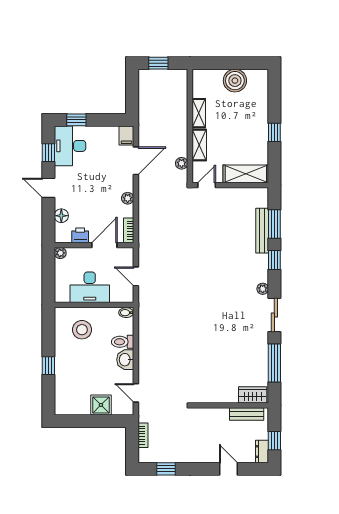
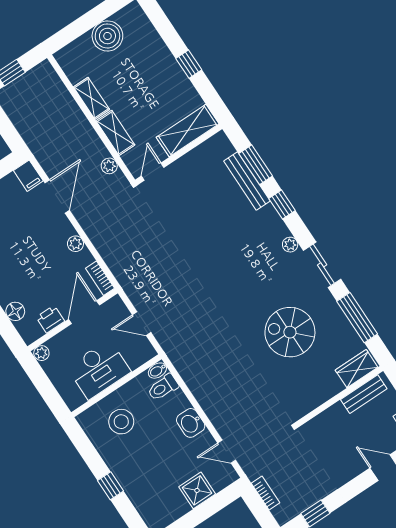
toilet: (123, 342) -> (163, 387), moved
spiral stairs: (226, 344) -> (290, 332), added

